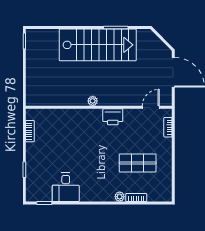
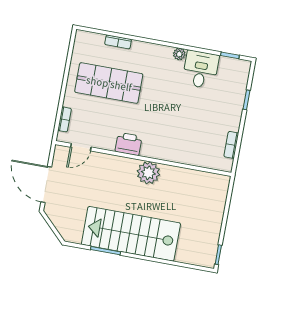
plant: (93, 101) -> (148, 173), width x1.88, depth x1.88
shop shelf: (138, 163) -> (109, 83), width x1.43, depth x1.36
plant: (120, 197) -> (179, 54), moved

